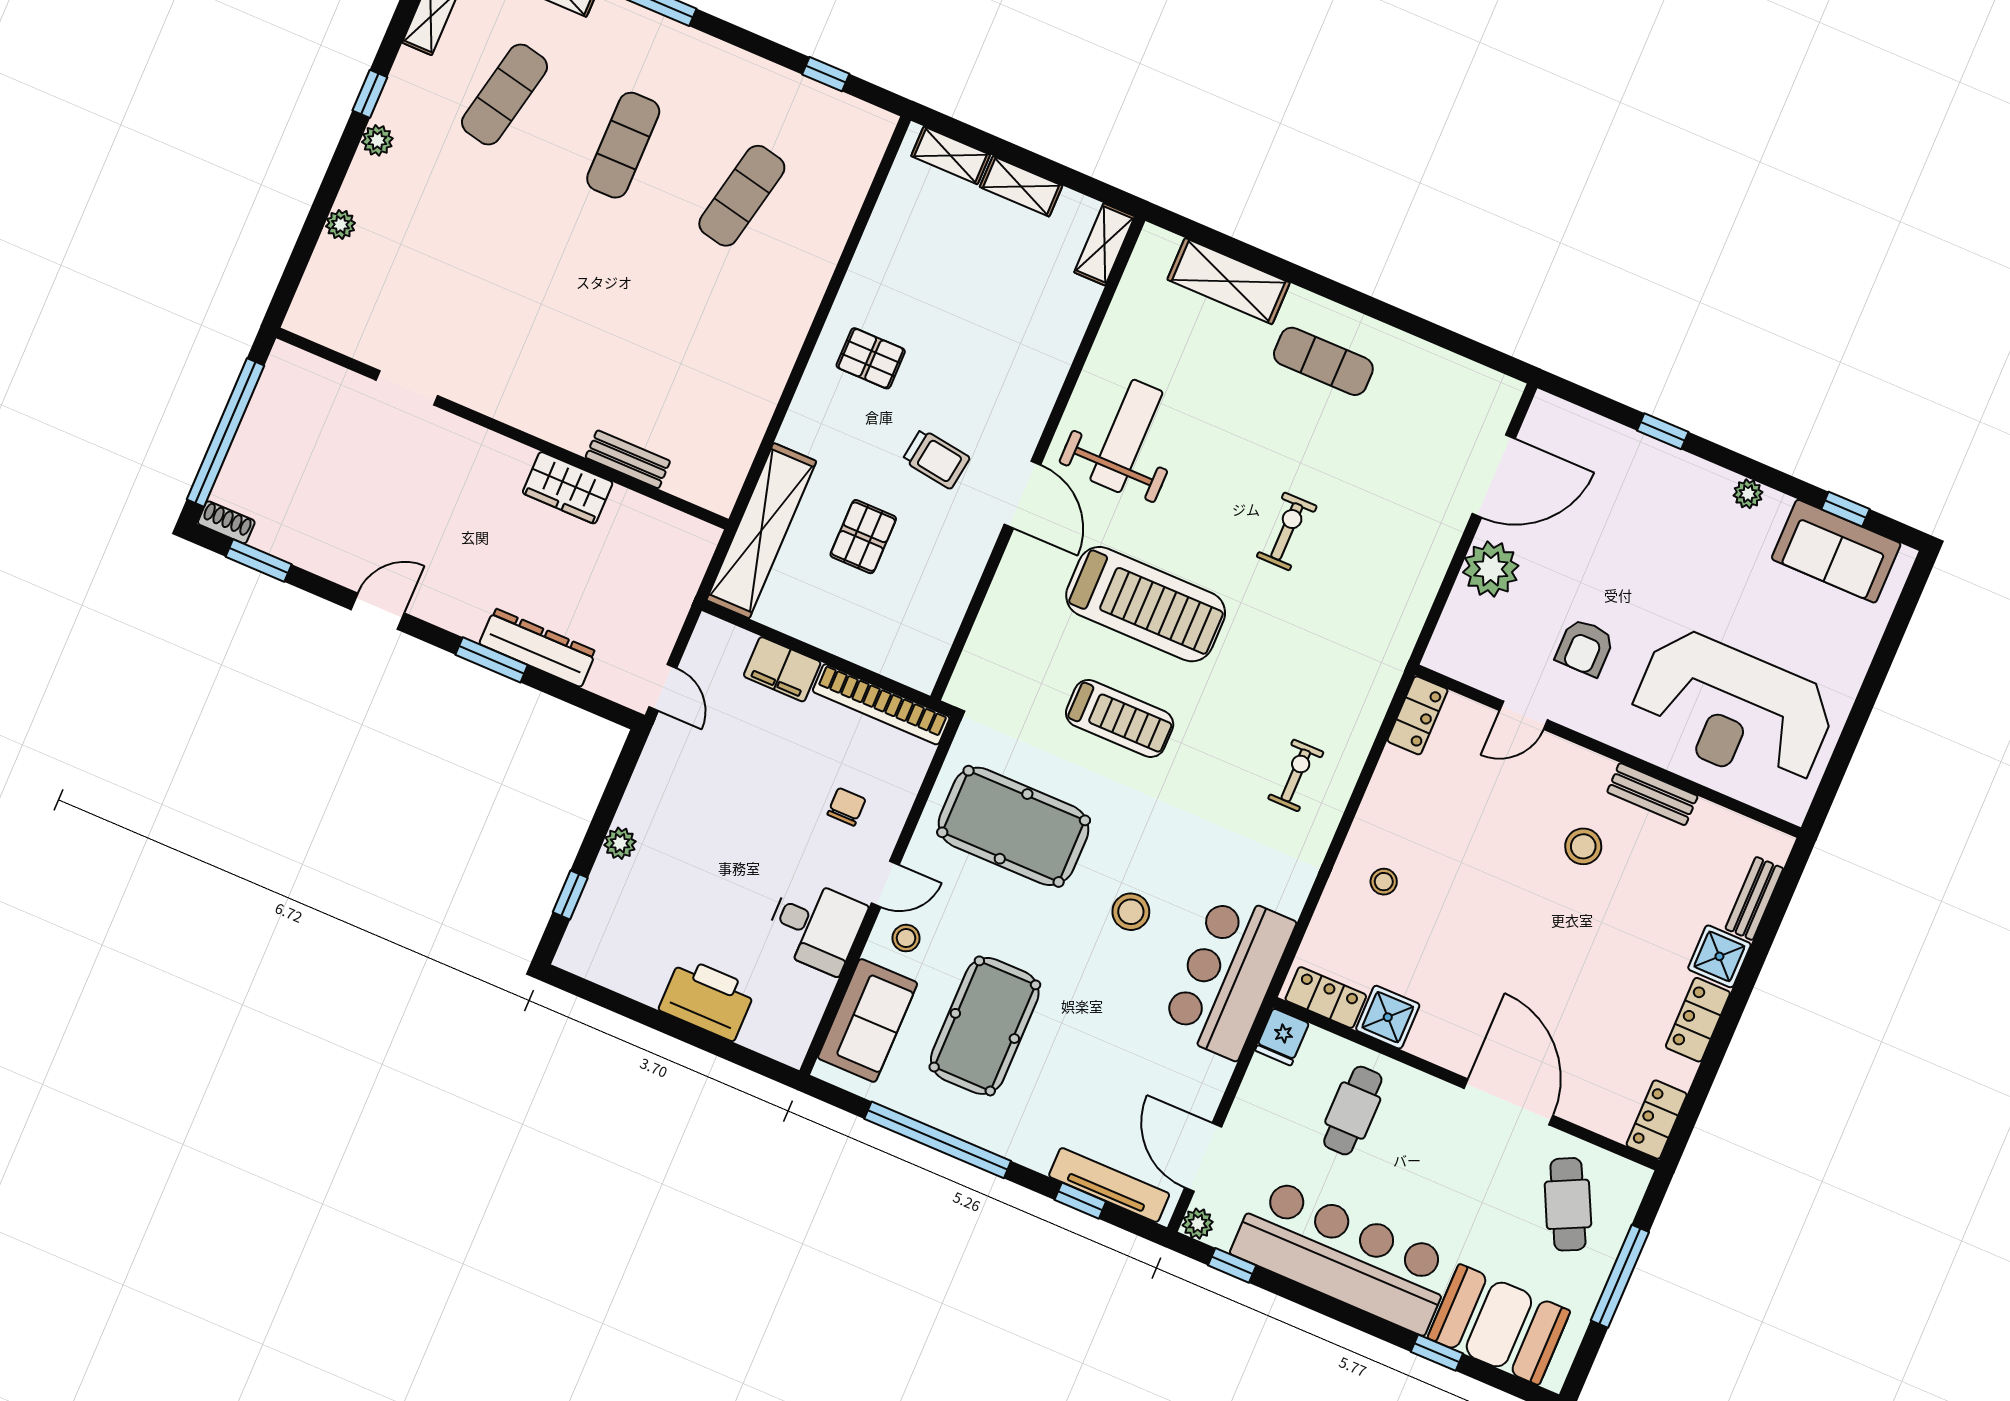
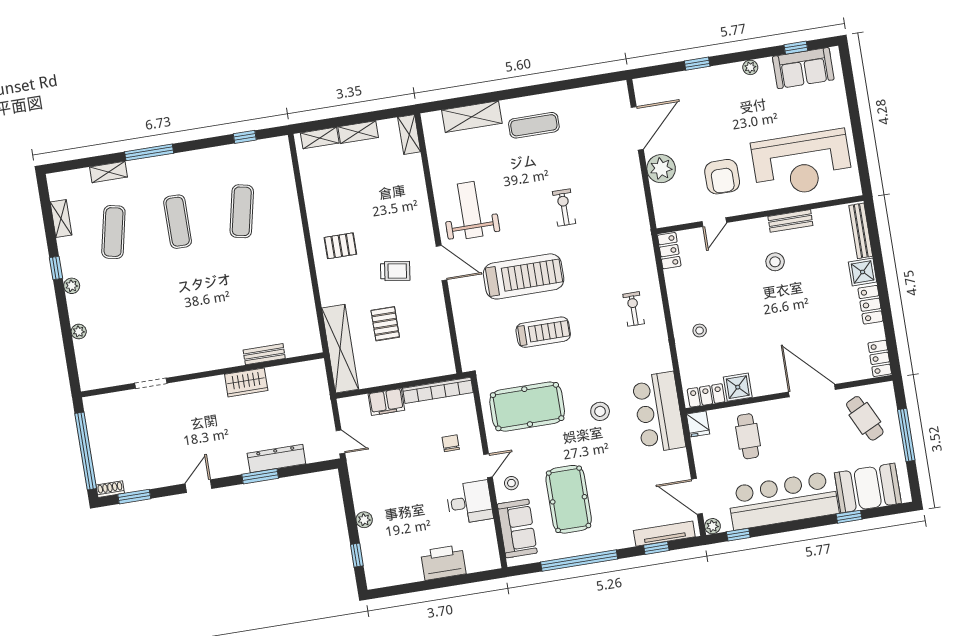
armchair: (1585, 647) -> (722, 177), width x1.38, depth x1.38
bench: (1754, 898) -> (861, 231), width x1.36

